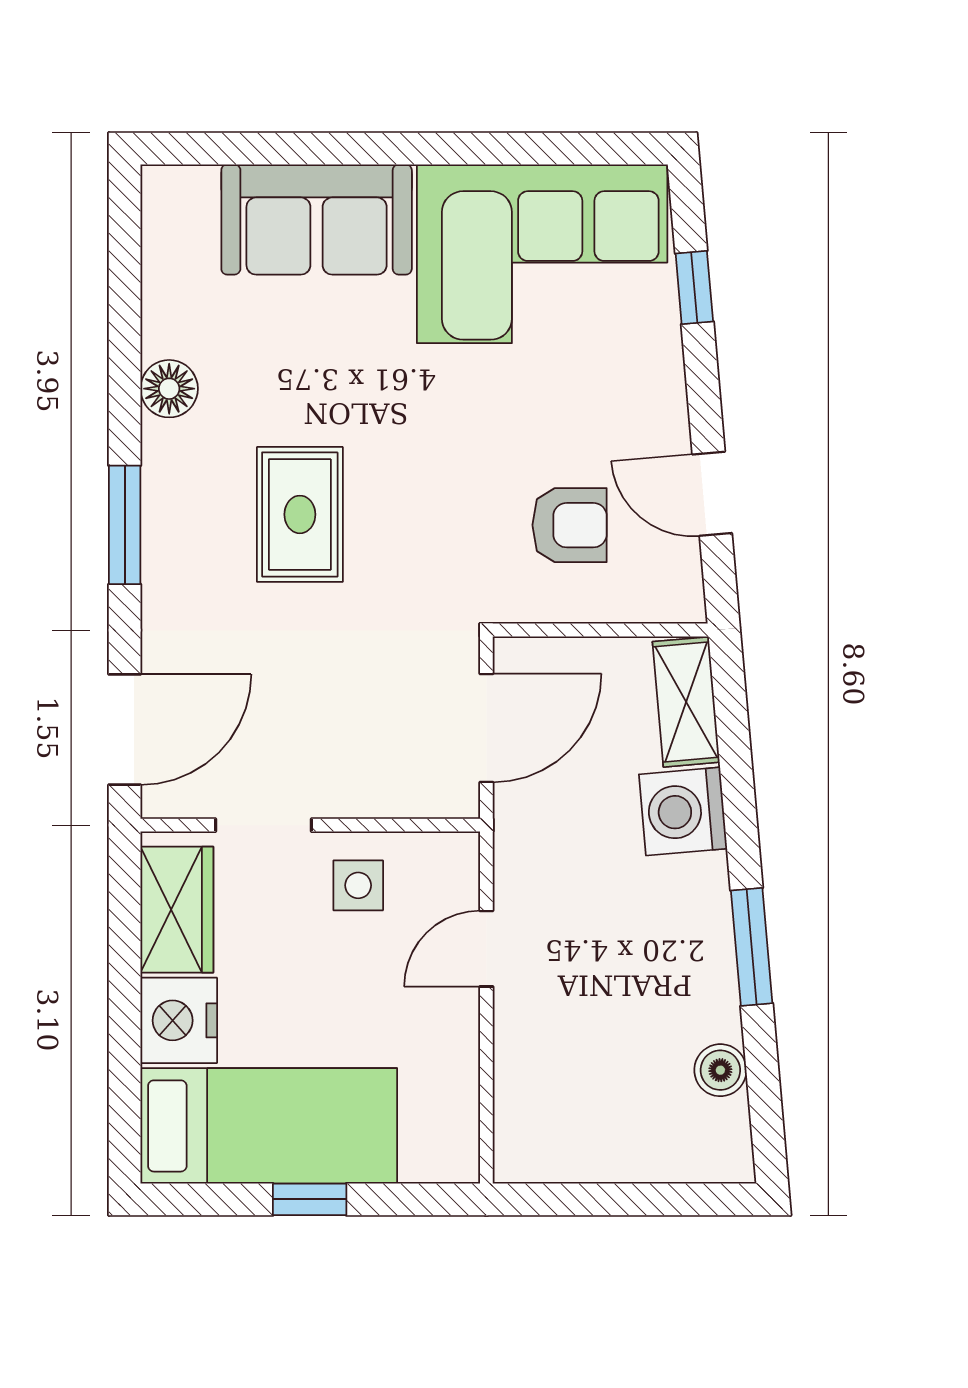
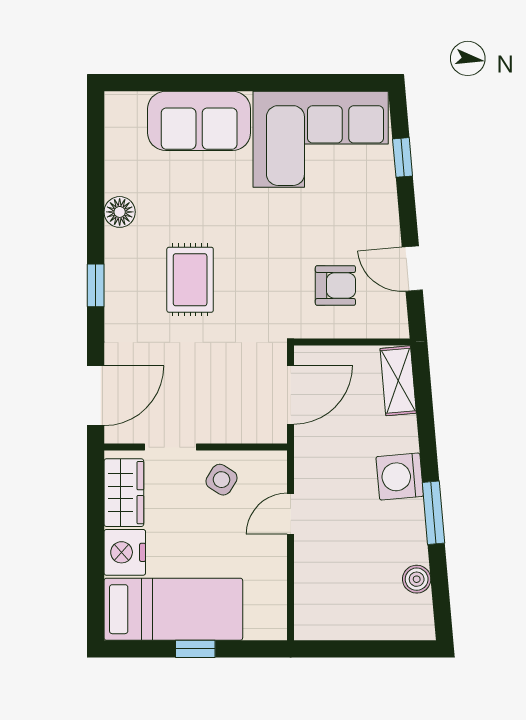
window: (125, 525) -> (96, 285), width x0.67
washing machine: (683, 811) -> (400, 476), moved
side table: (358, 885) -> (221, 480), turned 32

